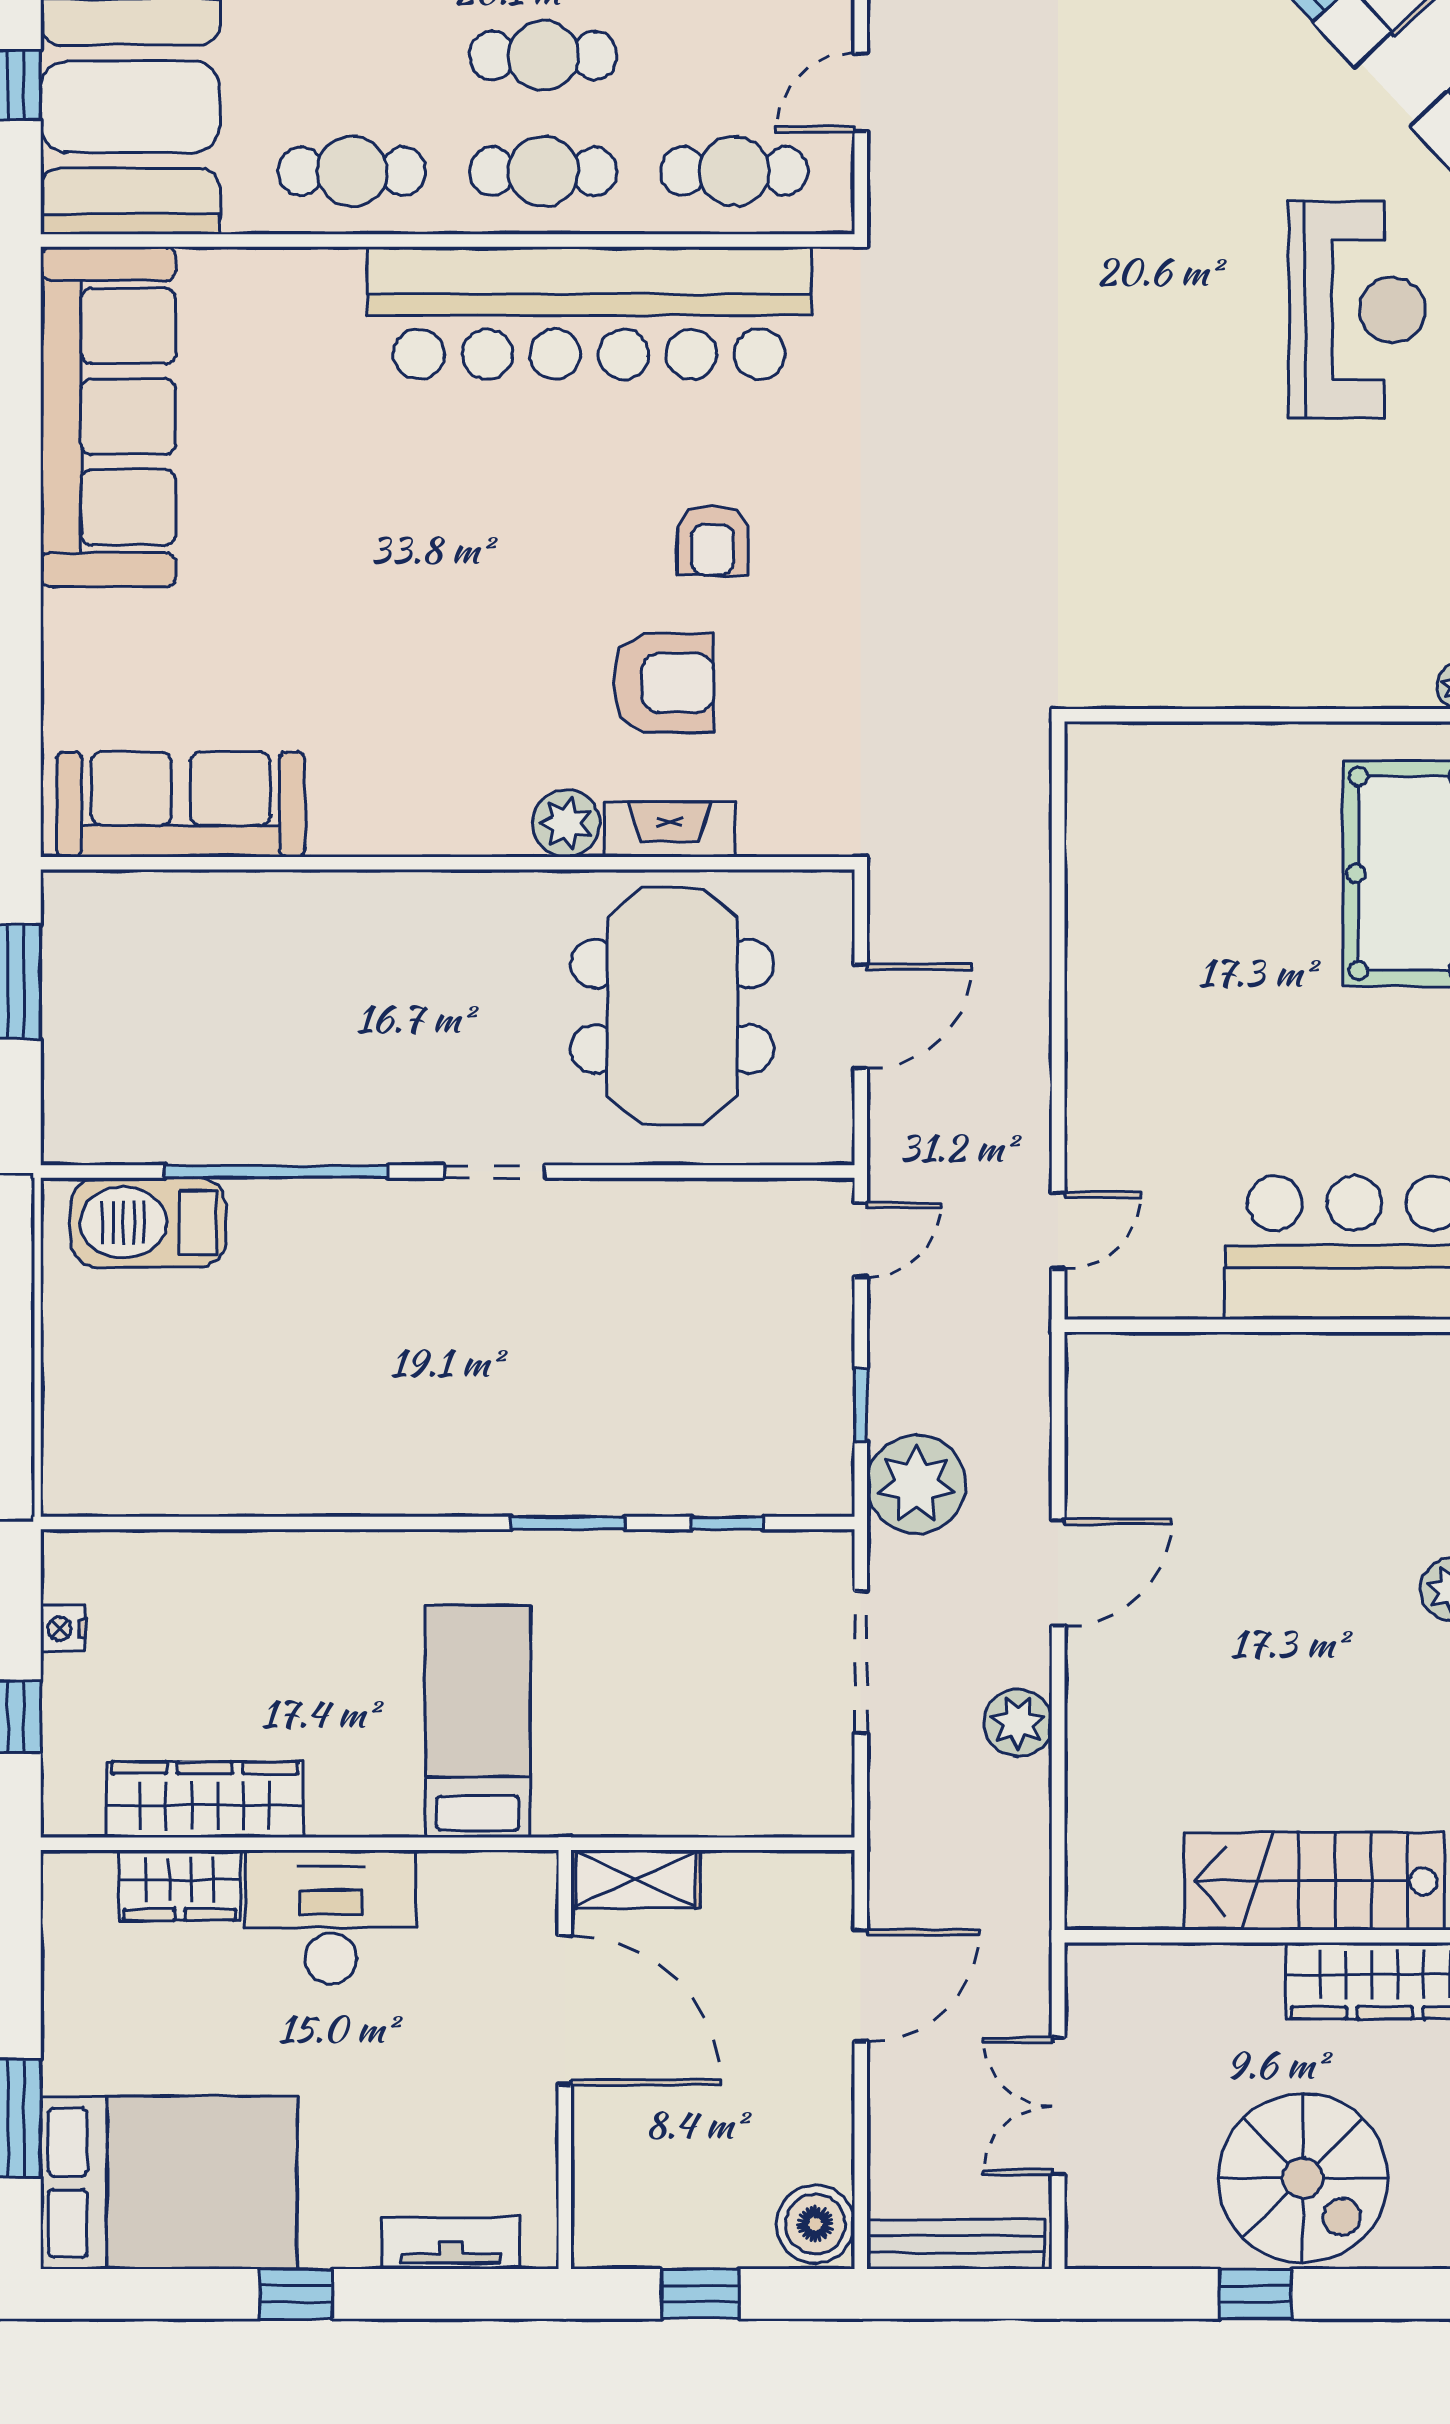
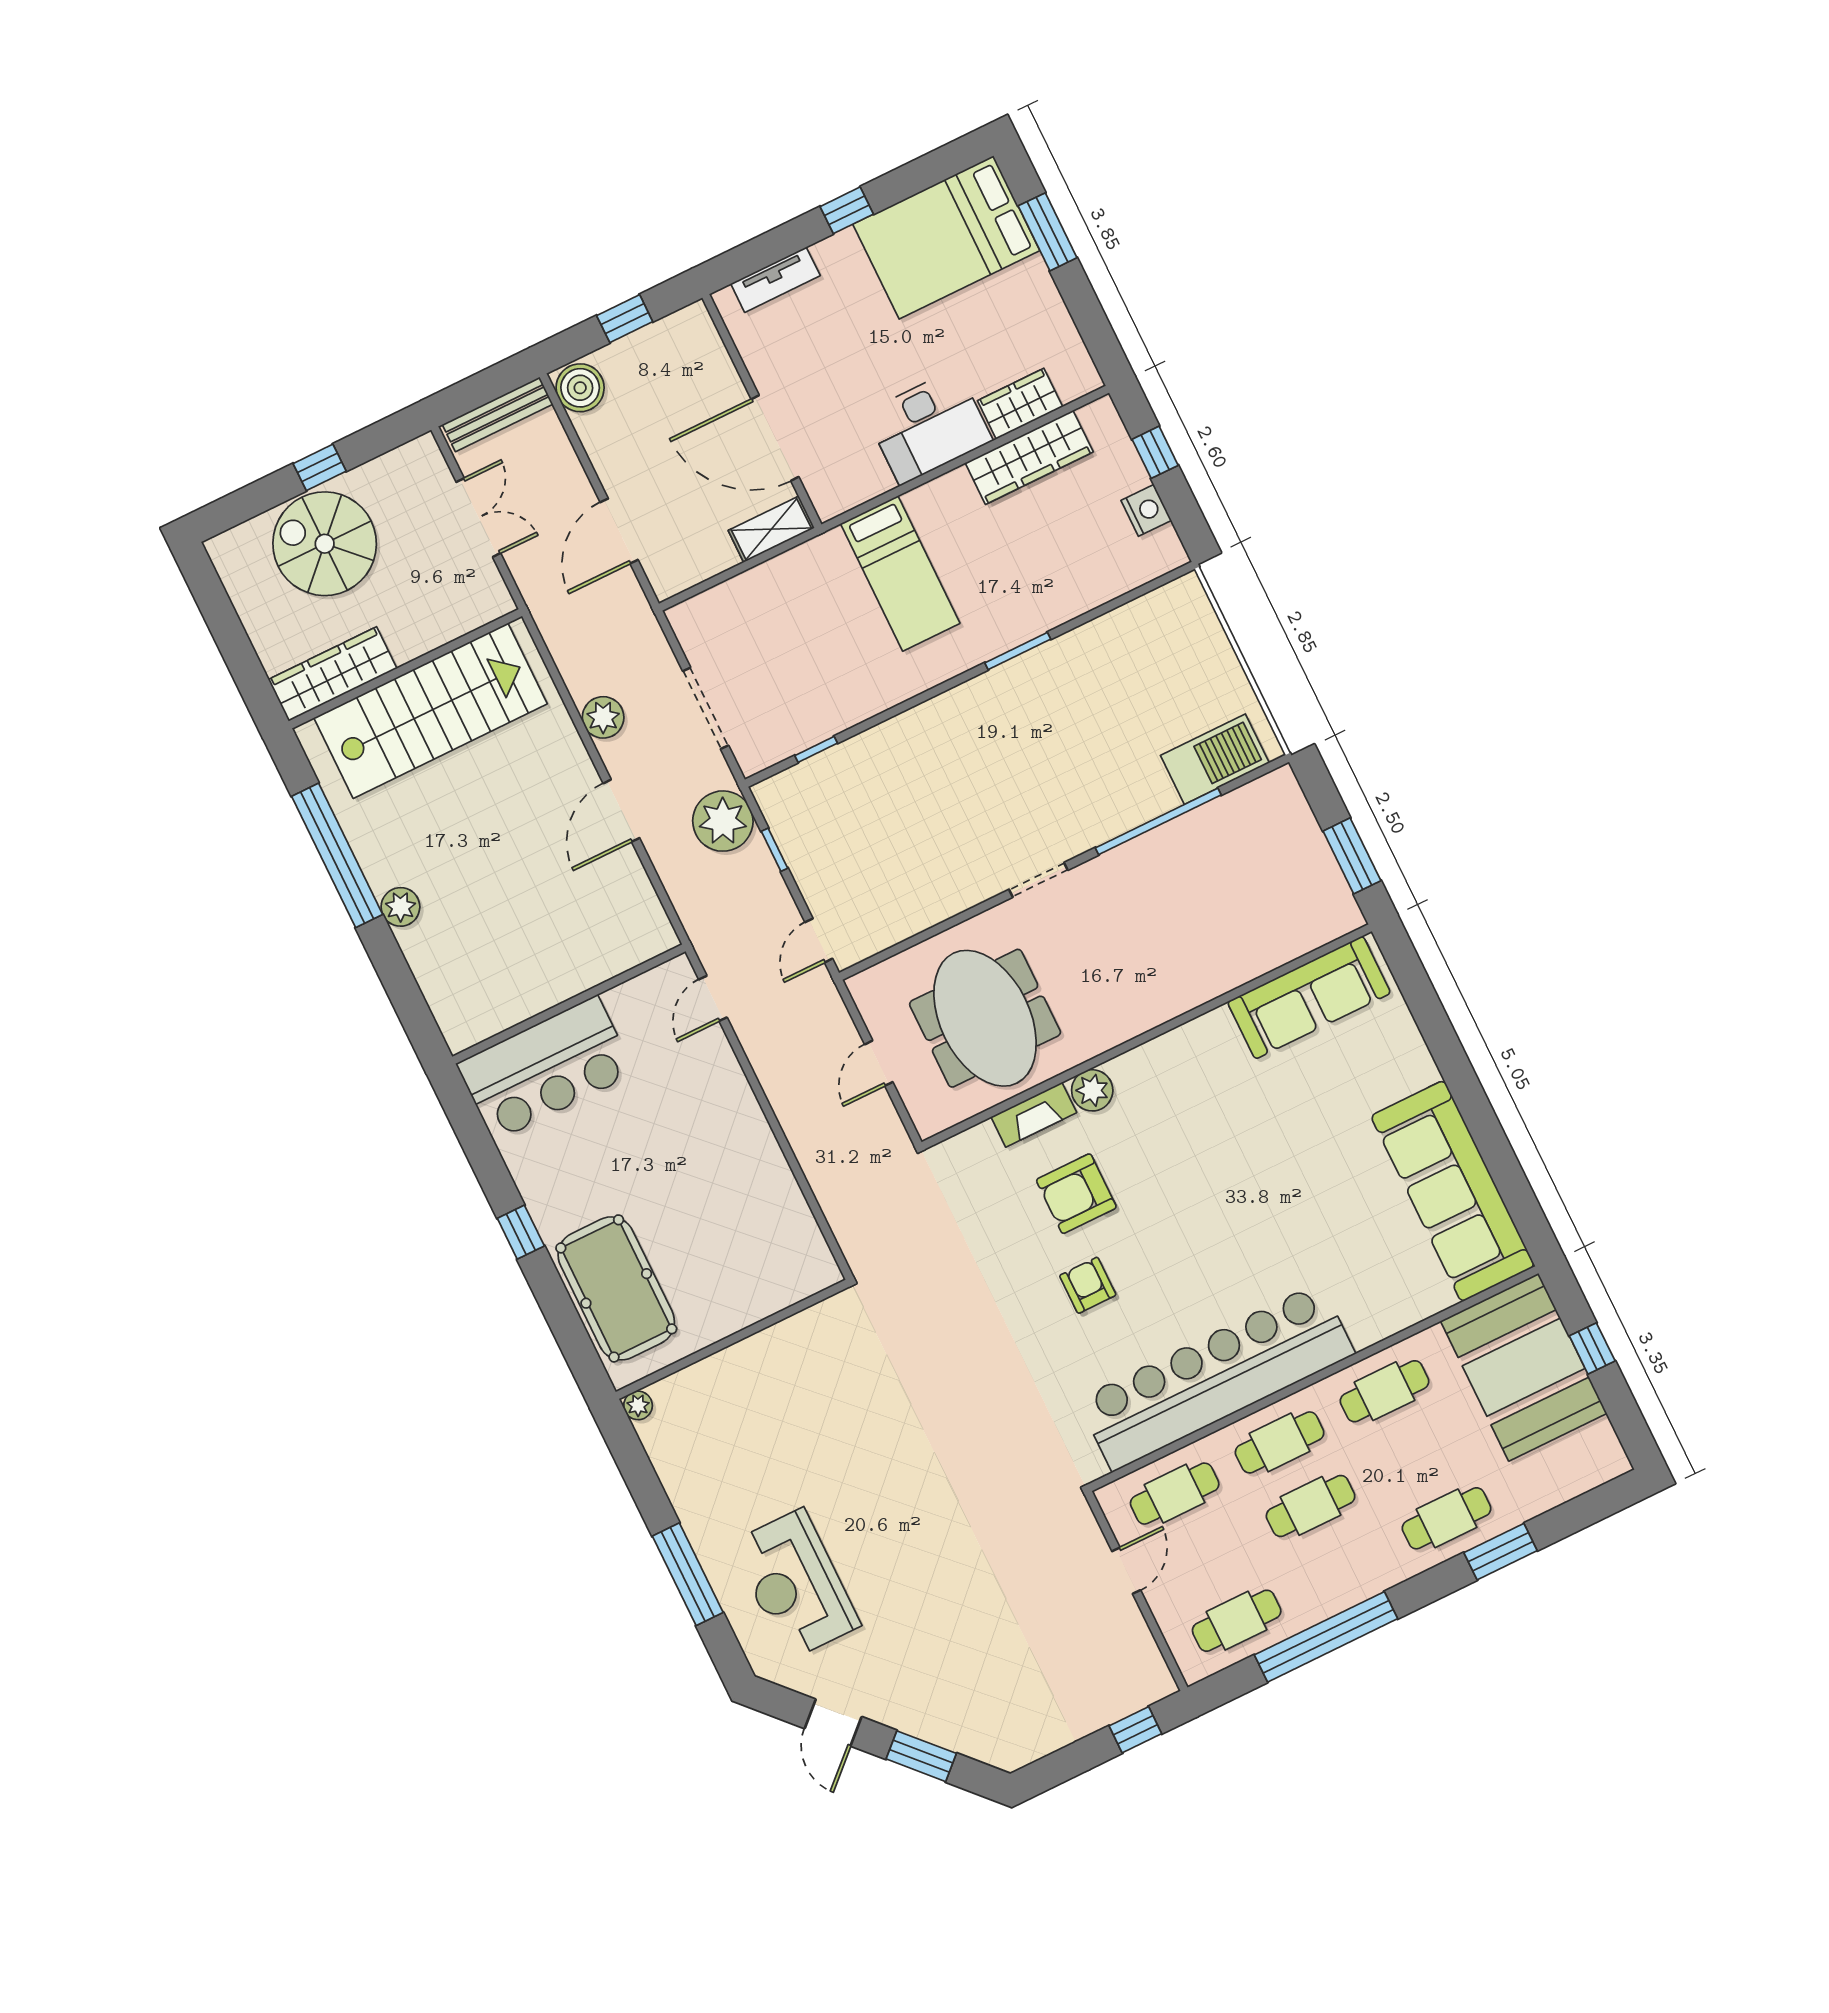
door: (861, 1017) -> (879, 1063), width x0.73
window: (568, 1523) -> (1018, 651), moved
nightstand: (63, 1628) -> (1146, 510), width x1.39, depth x1.35
stairs: (1314, 1881) -> (431, 711), width x1.36, depth x1.51

